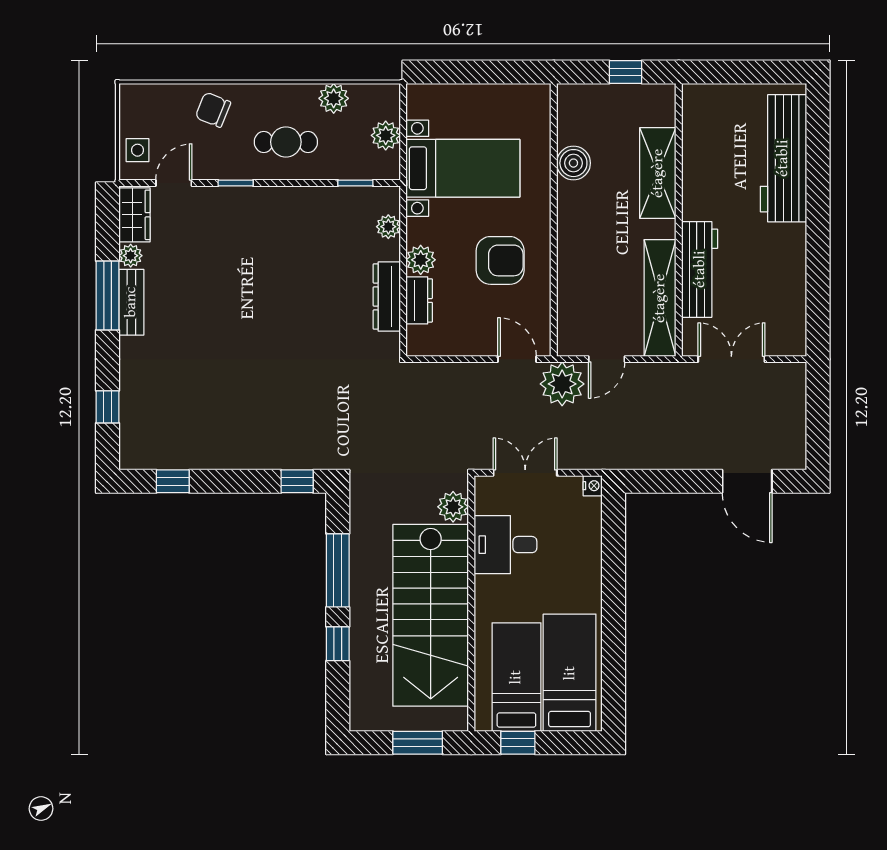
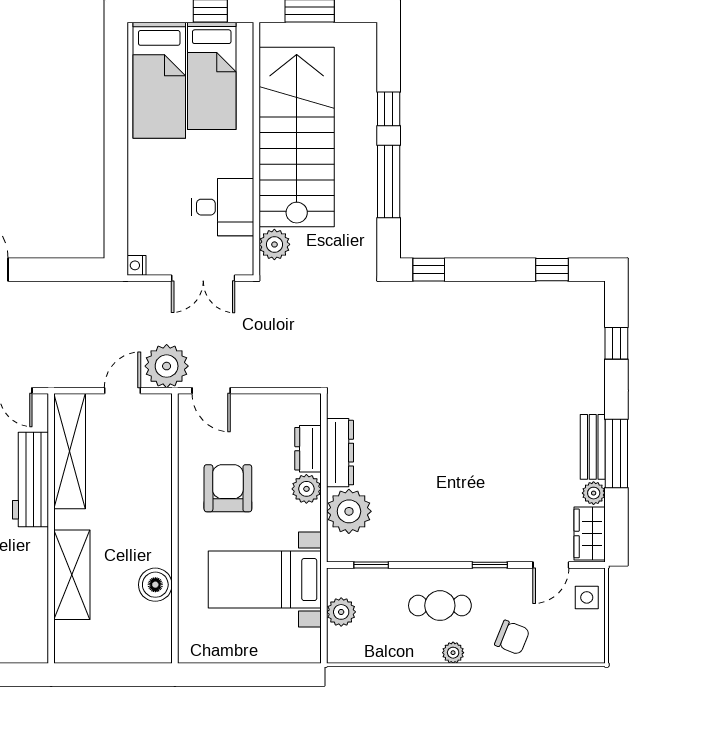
window: (626, 72) -> (104, 675), removed
plant: (334, 98) -> (453, 653), moved, width x0.73, depth x0.73
plant: (388, 227) -> (349, 511), width x1.87, depth x1.87
armchair: (500, 260) -> (228, 488), turned 90

